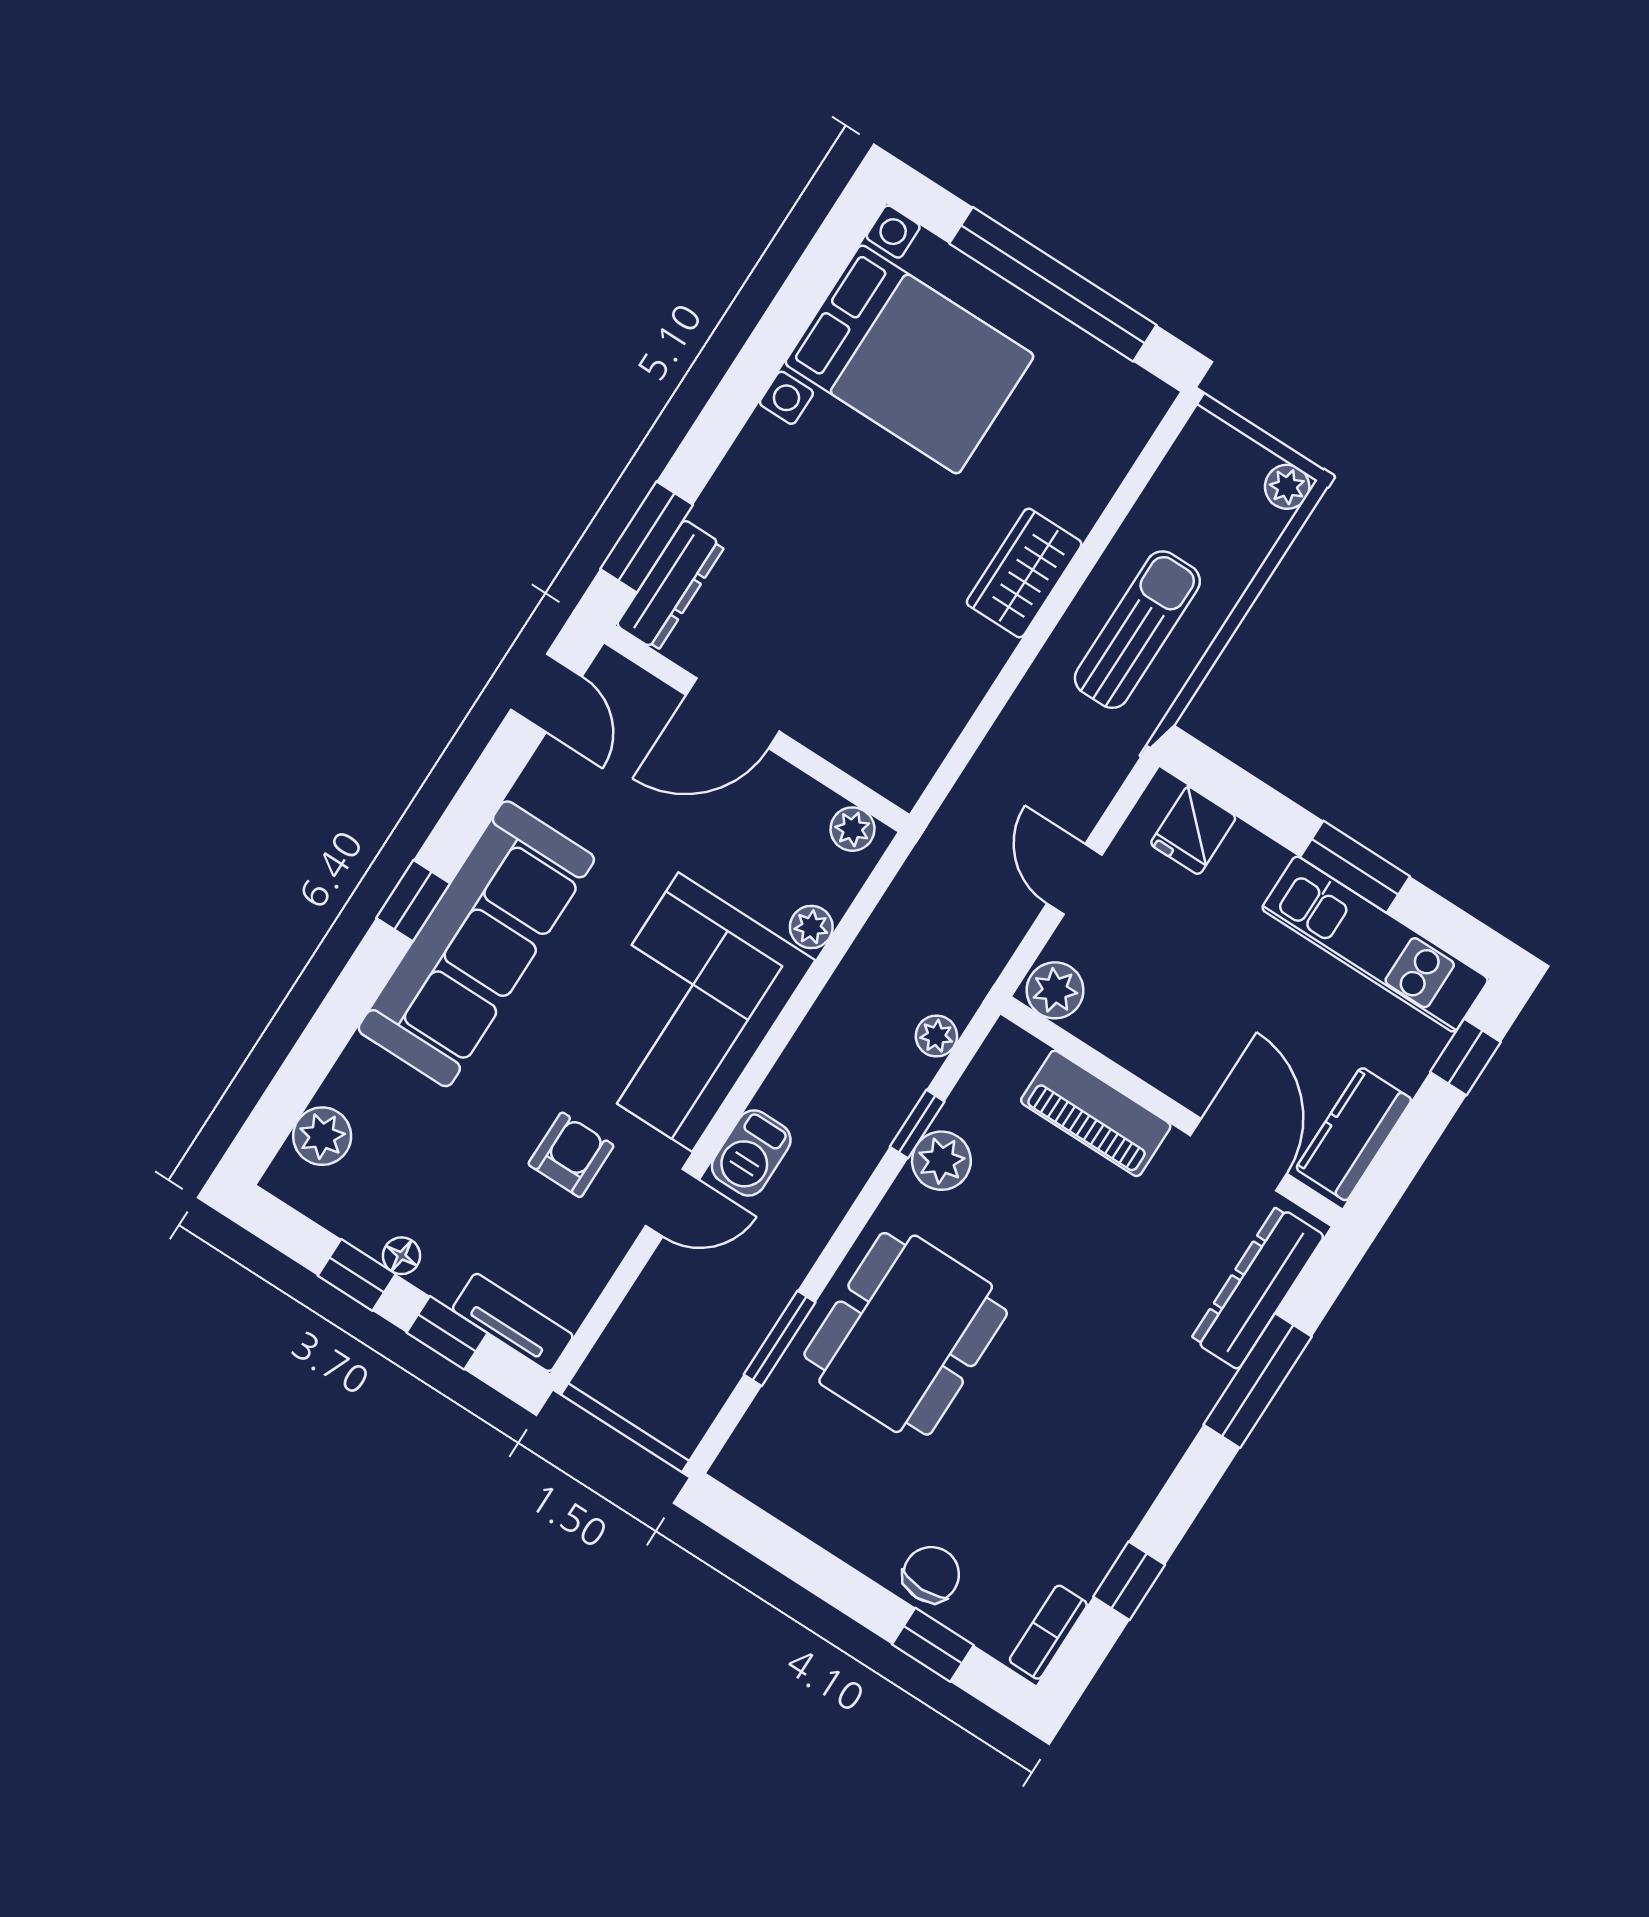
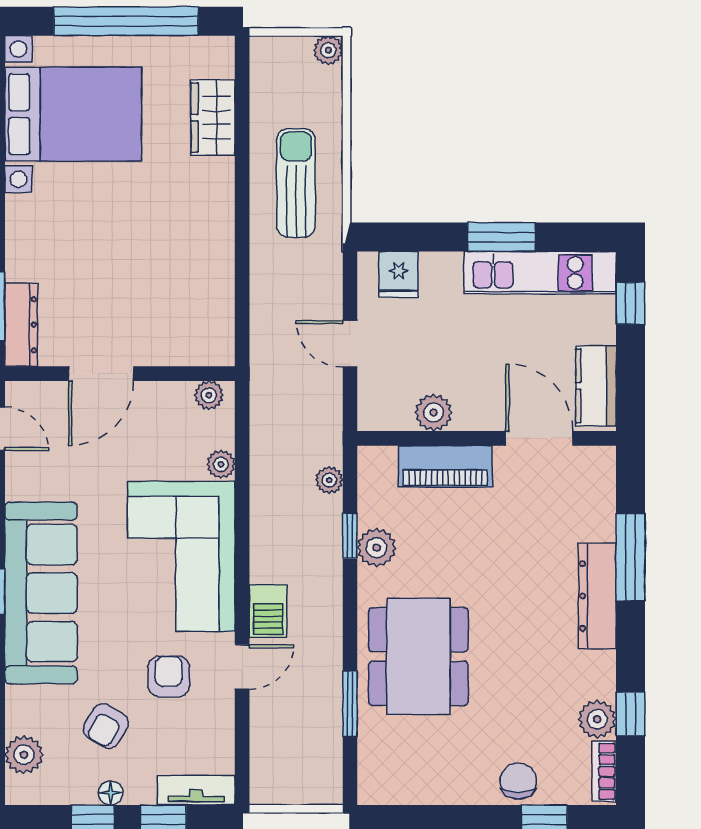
wardrobe: (1024, 573) -> (213, 118), moved
plant: (1055, 990) -> (434, 413), moved
armchair: (450, 1167) -> (106, 726), added
dresser: (1257, 1288) -> (597, 596), moved
plant: (1082, 1560) -> (597, 719), added

